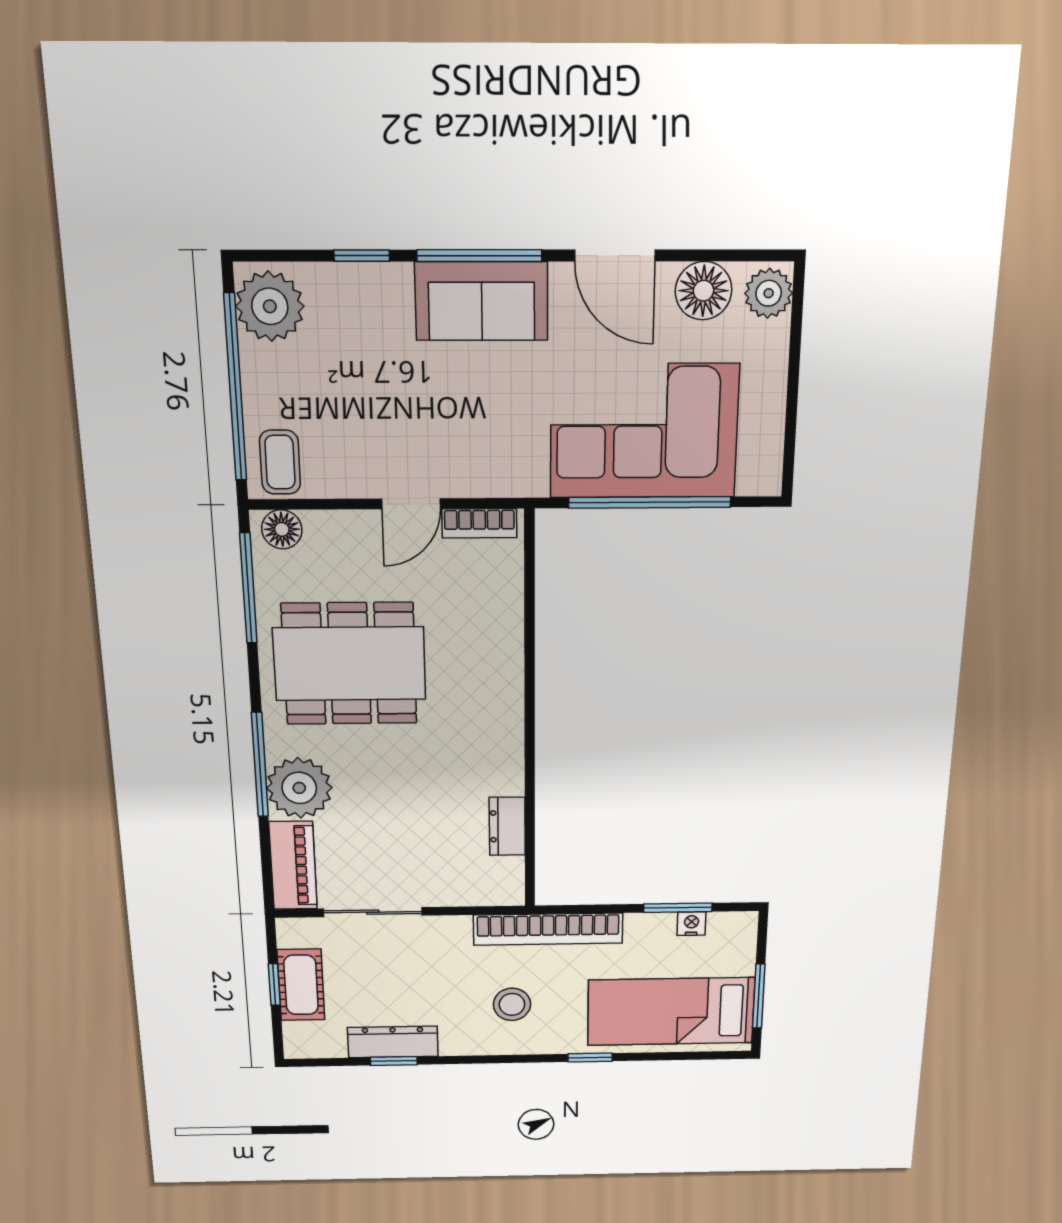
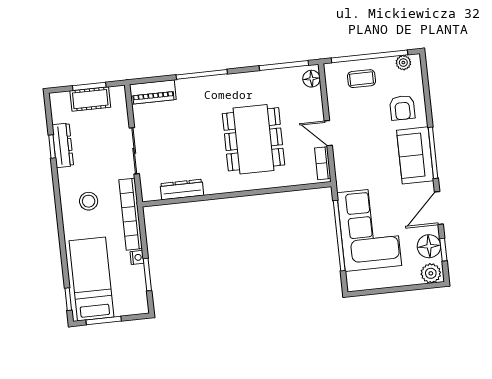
window: (362, 256) -> (443, 250), moved
plant: (270, 306) -> (403, 63), width x0.53, depth x0.53
armchair: (364, 321) -> (402, 108), added
coffee table: (280, 462) -> (362, 79), moved
dining table: (350, 664) -> (253, 139), moved
plant: (299, 788) -> (192, 93), removed
dresser: (507, 826) -> (182, 189), width x1.44
sliding door: (373, 912) -> (134, 151), moved
nightstand: (691, 924) -> (137, 257), moved
window: (274, 984) -> (89, 86), width x1.50
window: (590, 1058) -> (68, 299), moved

